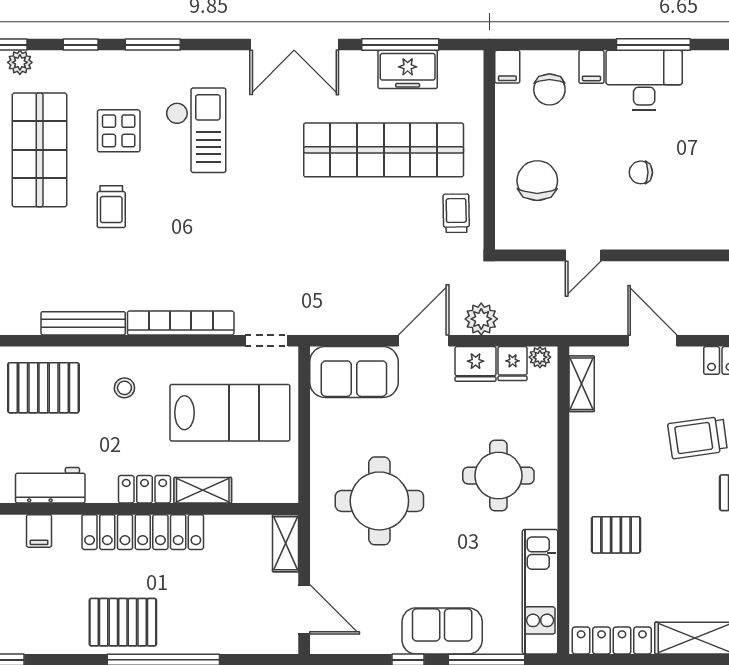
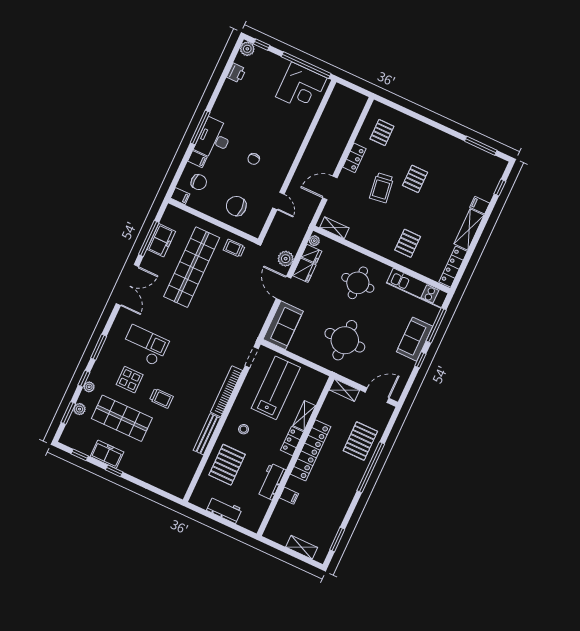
plant: (70, 61) -> (89, 387), added
pallet: (123, 622) -> (360, 441), moved

